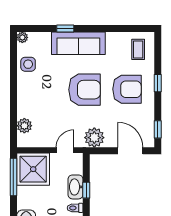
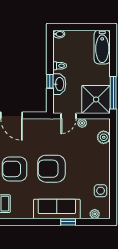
plant: (22, 37) -> (95, 214), moved
plant: (94, 138) -> (82, 123), moved, width x0.53, depth x0.53

